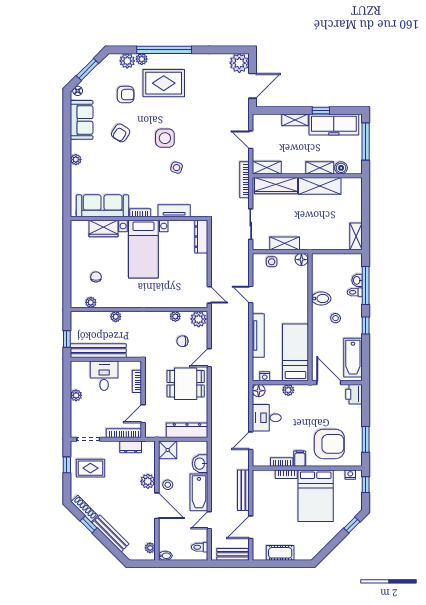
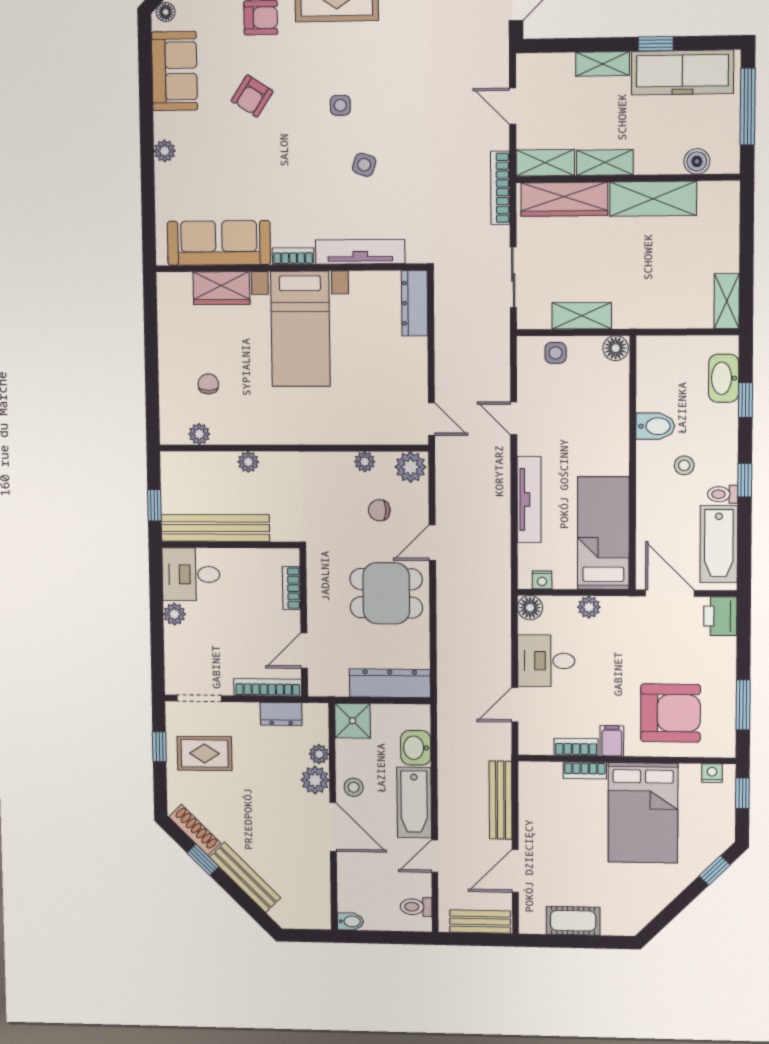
side table: (165, 138) -> (340, 105), width x0.54, depth x0.54
shelving: (320, 168) -> (605, 162), moved
tv unit: (174, 211) -> (360, 252), width x1.41
washbasin: (357, 280) -> (724, 378), width x1.91, depth x1.45
window: (366, 285) -> (745, 400), width x0.46
toilet: (355, 292) -> (723, 494), moved
desk: (104, 376) -> (191, 574), moved, turned -90
plant: (150, 548) -> (319, 754), moved

